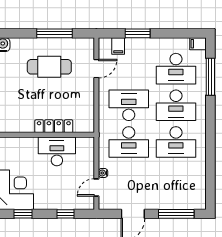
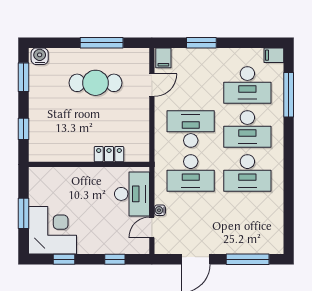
filing cabinet: (118, 46) -> (163, 58), moved
locker: (54, 126) -> (109, 154), width x0.66
desk: (57, 151) -> (132, 194), moved, turned 90

